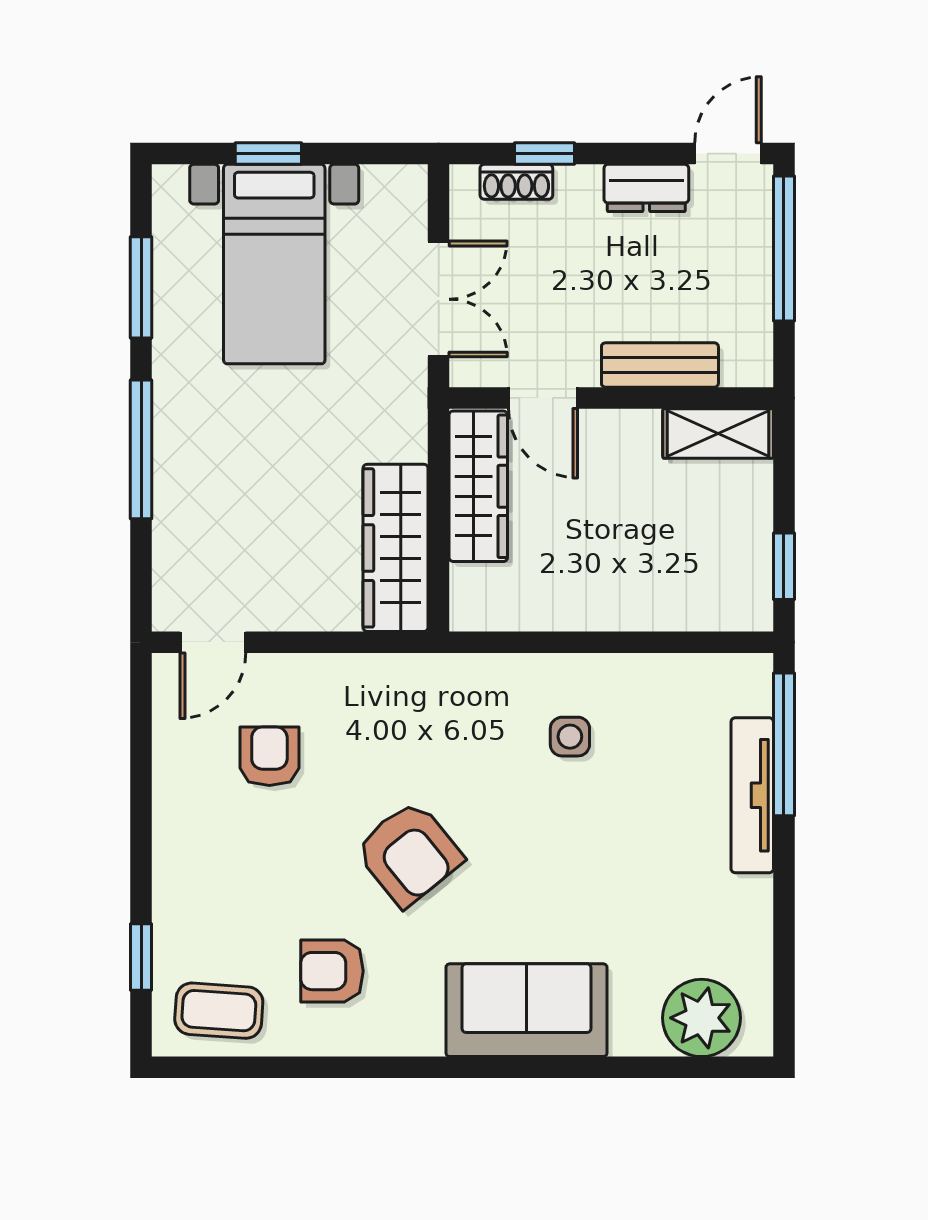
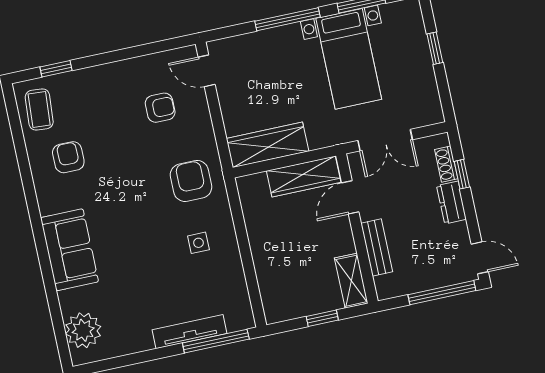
dresser: (646, 188) -> (452, 202), moved
bed with nightstands: (274, 264) -> (349, 59), moved, turned -90
window: (784, 566) -> (322, 318), moved
armchair: (409, 854) -> (191, 181), moved, turned 129

